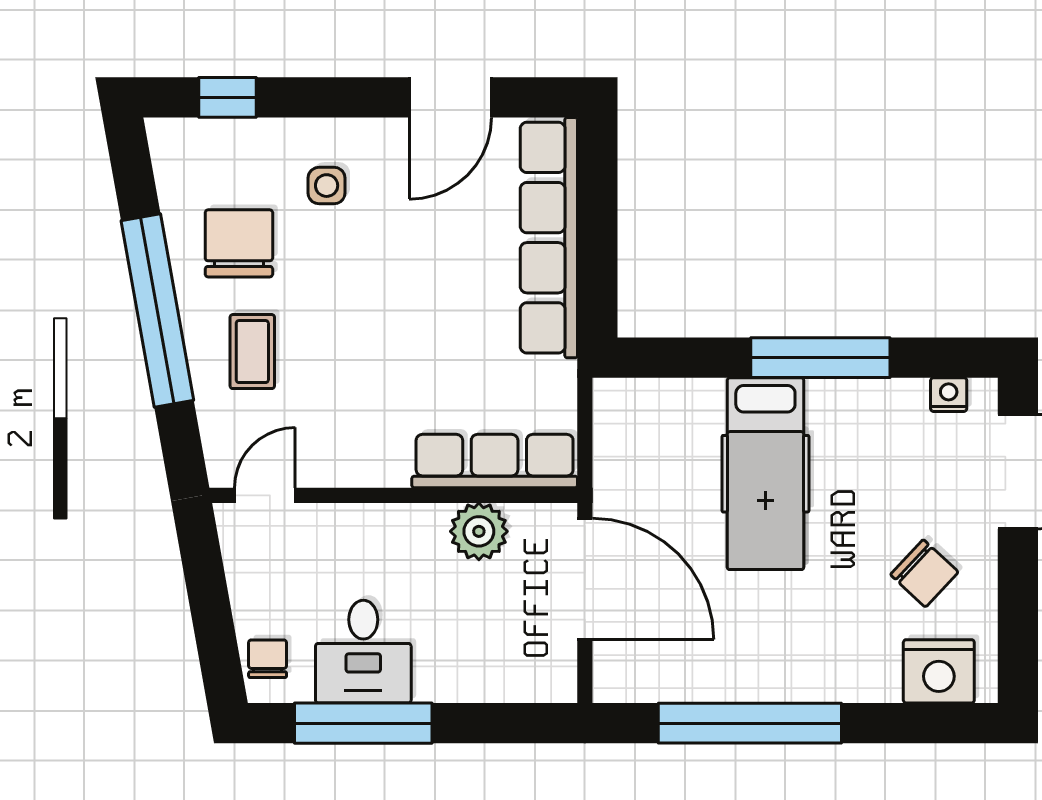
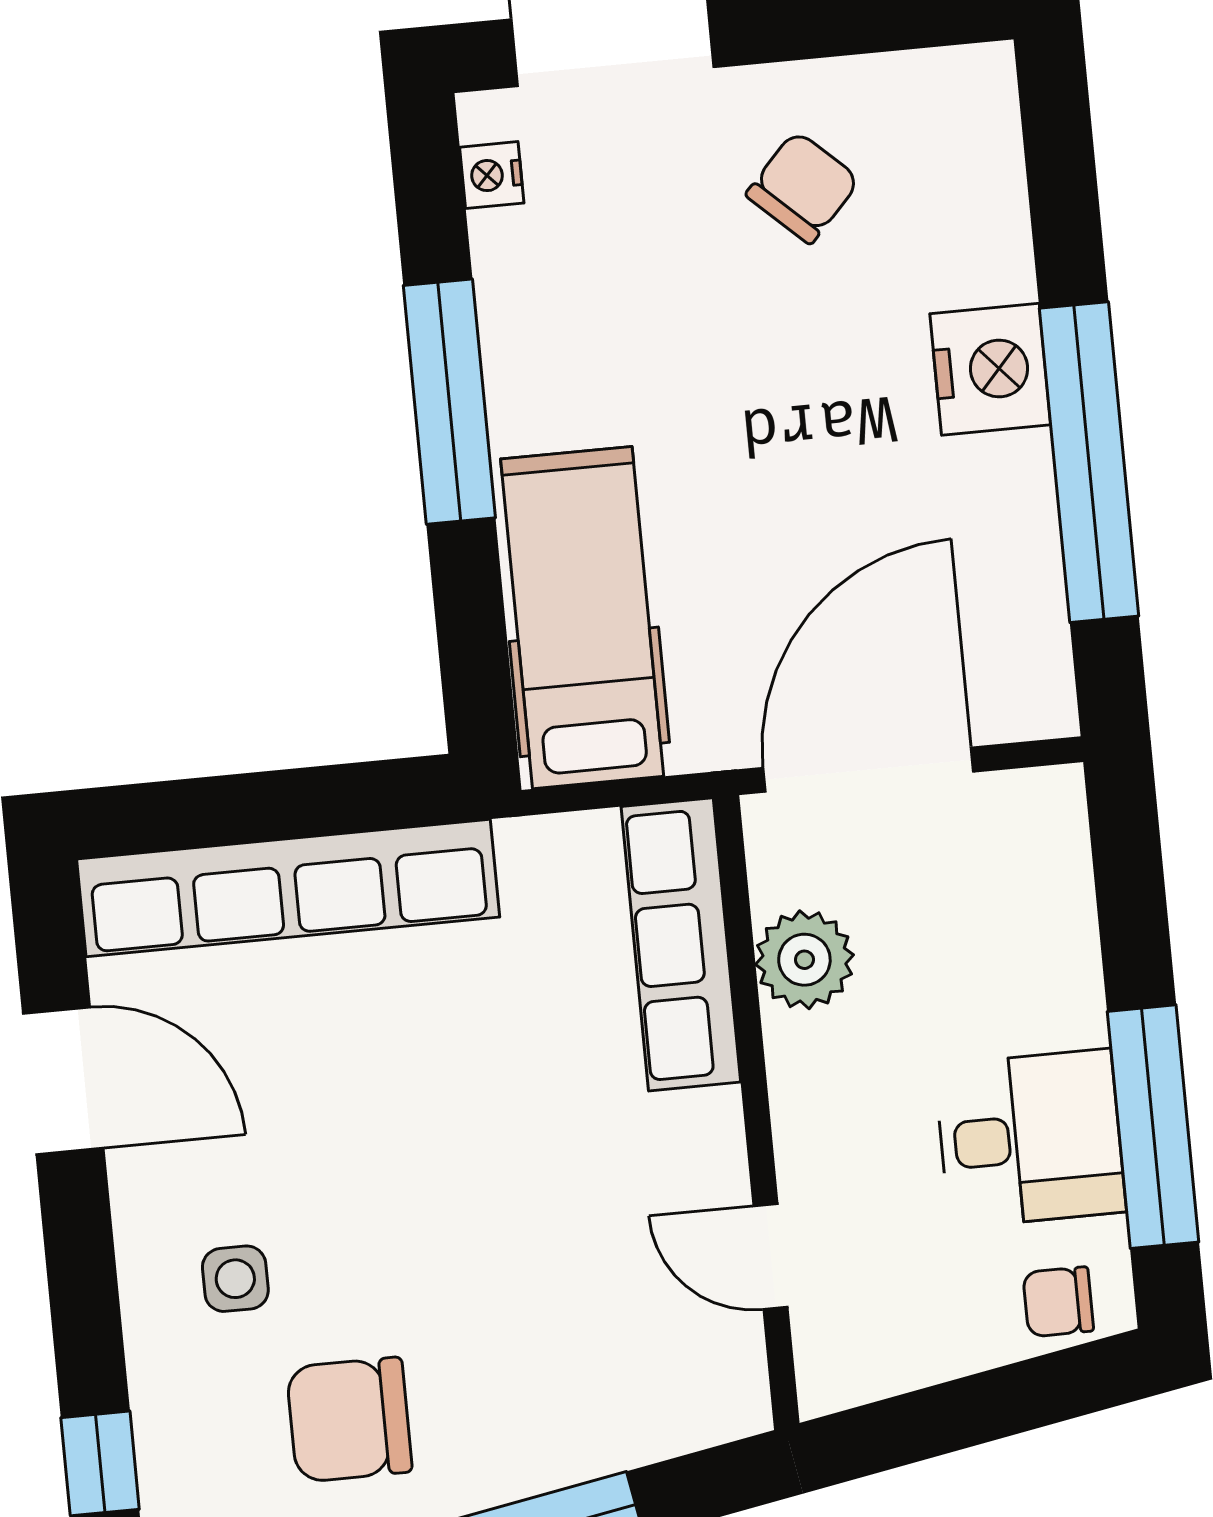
coffee table: (252, 352) -> (533, 1379), removed
hospital bed: (765, 474) -> (582, 618), moved, turned -90
door: (265, 495) -> (770, 1257), moved
nightstand: (939, 671) -> (990, 369), moved

